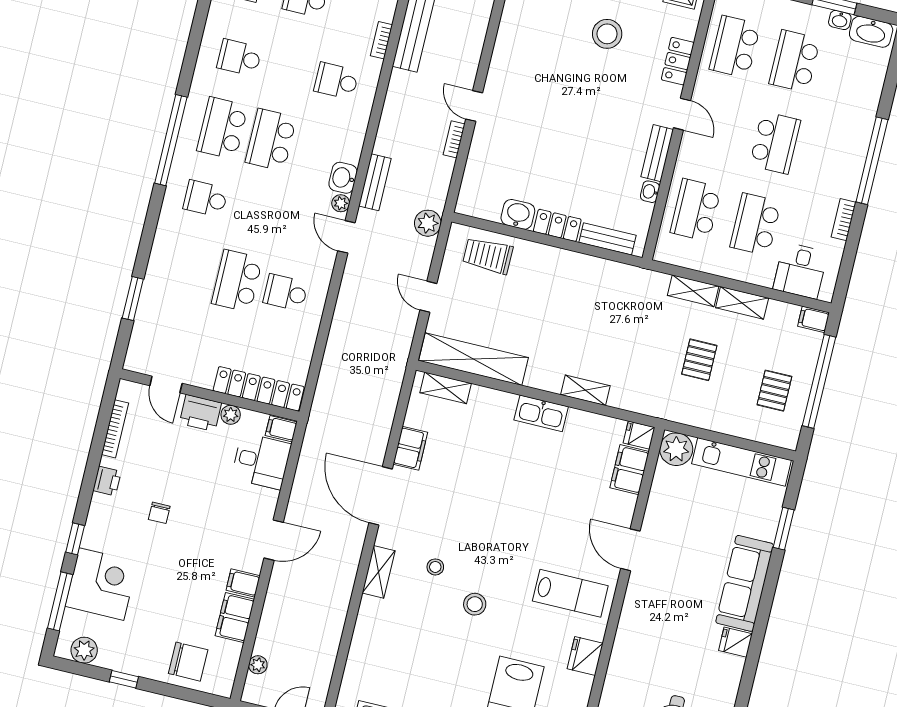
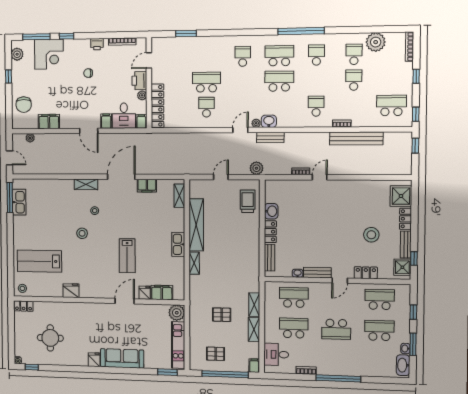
window: (171, 140) -> (301, 31), moved
shelving: (473, 359) -> (196, 225), moved
fridge: (639, 435) -> (145, 293), moved
window: (784, 529) -> (167, 372), moved
filing cabinet: (243, 583) -> (106, 121), moved
lab bench: (570, 593) -> (127, 256), moved

